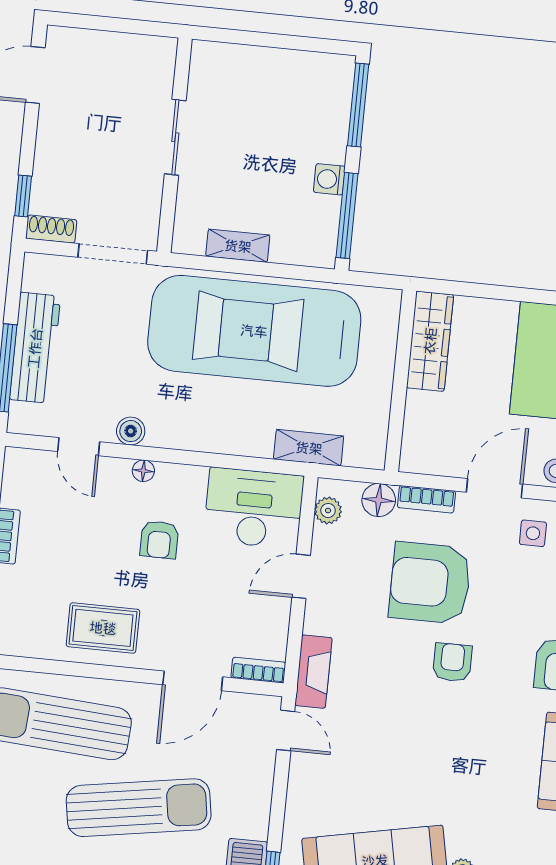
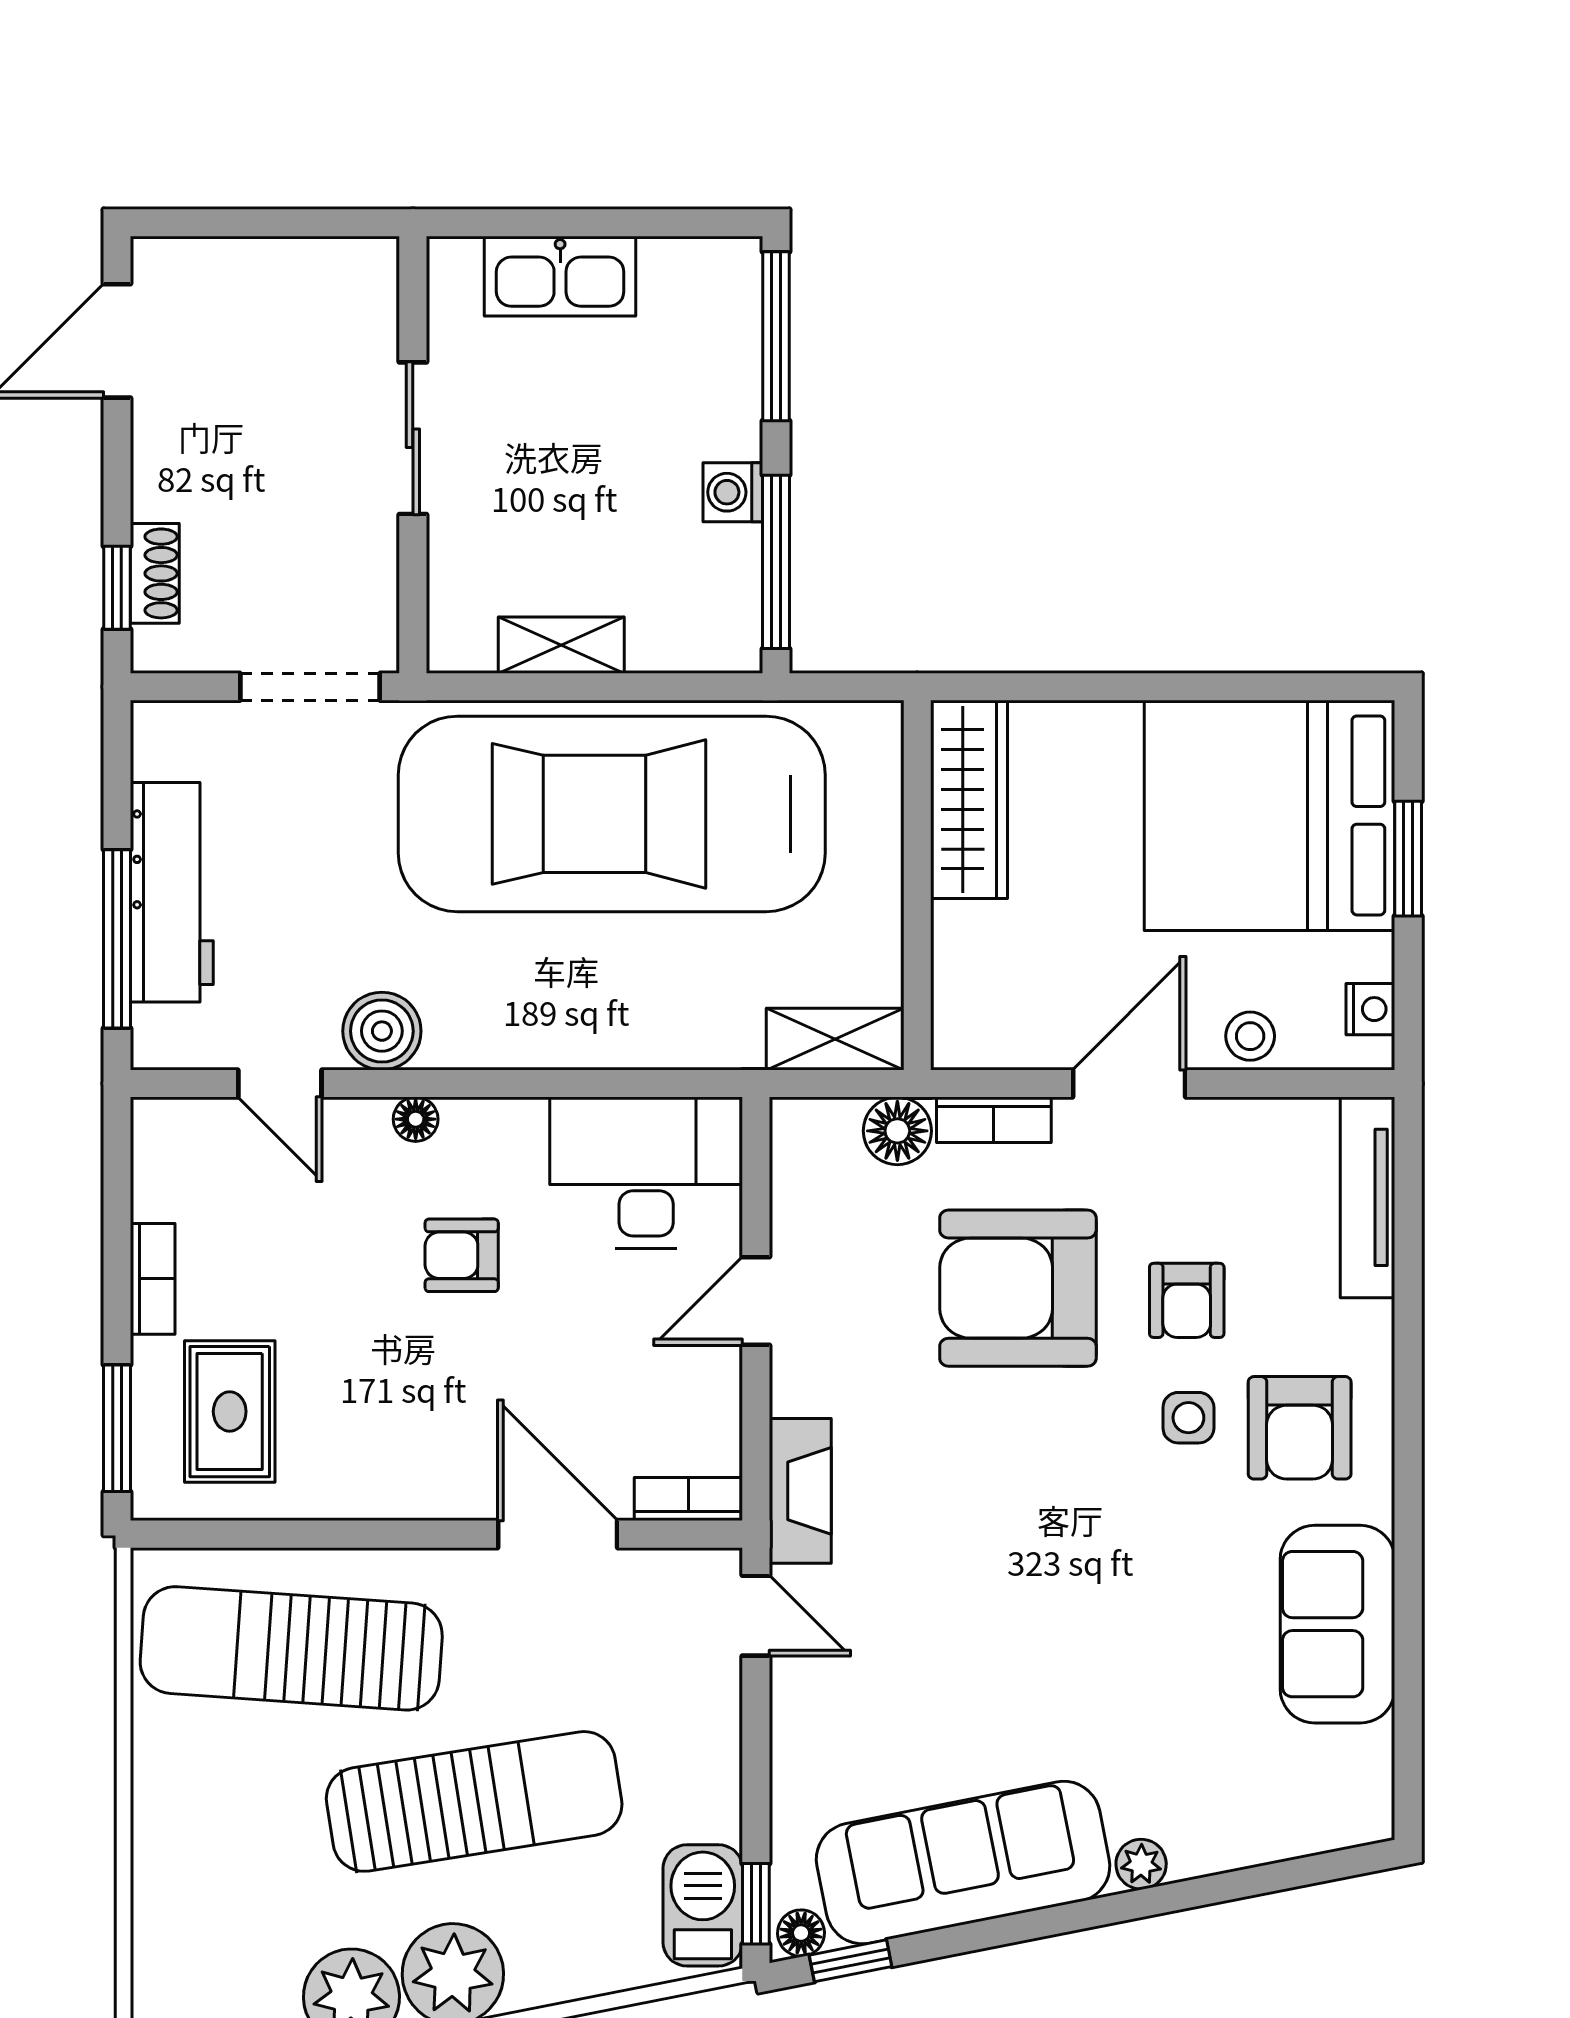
kitchen sink: (255, 65) -> (560, 276), added
shoe rack: (51, 229) -> (155, 573), moved, turned 90
boiler: (131, 431) -> (382, 1031), width x1.36, depth x1.36
shelving: (309, 448) -> (835, 1039), moved
plant: (328, 510) -> (797, 1162), removed
side table: (533, 533) -> (1188, 1418), moved
armchair: (159, 540) -> (462, 1255), turned 90
rug: (103, 628) -> (230, 1412), moved, turned 90
armchair: (452, 662) -> (1187, 1300), moved, turned 180
door: (193, 681) -> (558, 1534), swing flipped

